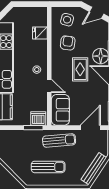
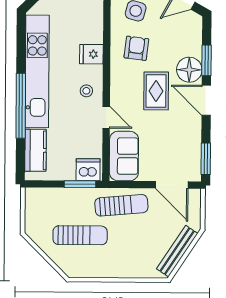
fridge: (40, 33) -> (91, 54), moved
door: (90, 128) -> (172, 185), swing flipped
sun lounger: (48, 167) -> (80, 235), moved

